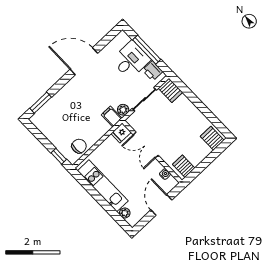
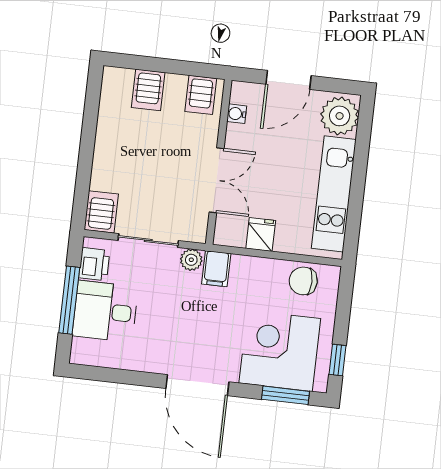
door: (84, 61) -> (197, 385), moved
corner desk: (60, 115) -> (280, 351), added
fridge: (121, 133) -> (261, 234), moved, turned -90
server rack: (212, 138) -> (148, 90), moved
window: (59, 156) -> (337, 360), moved
plant: (125, 213) -> (340, 116), width x1.87, depth x1.87

